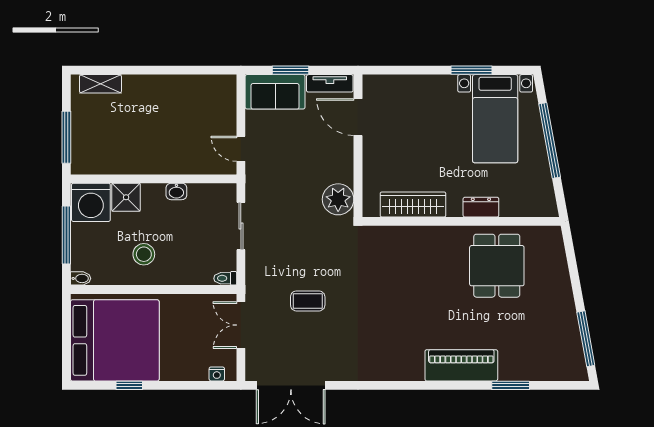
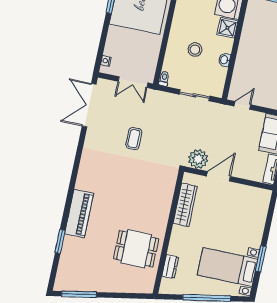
door: (358, 117) -> (218, 176), moved
dresser: (481, 207) -> (170, 267), moved
stool: (144, 254) -> (195, 50), moved
coffee table: (308, 301) -> (134, 139), moved
double door: (241, 325) -> (133, 82), swing flipped

